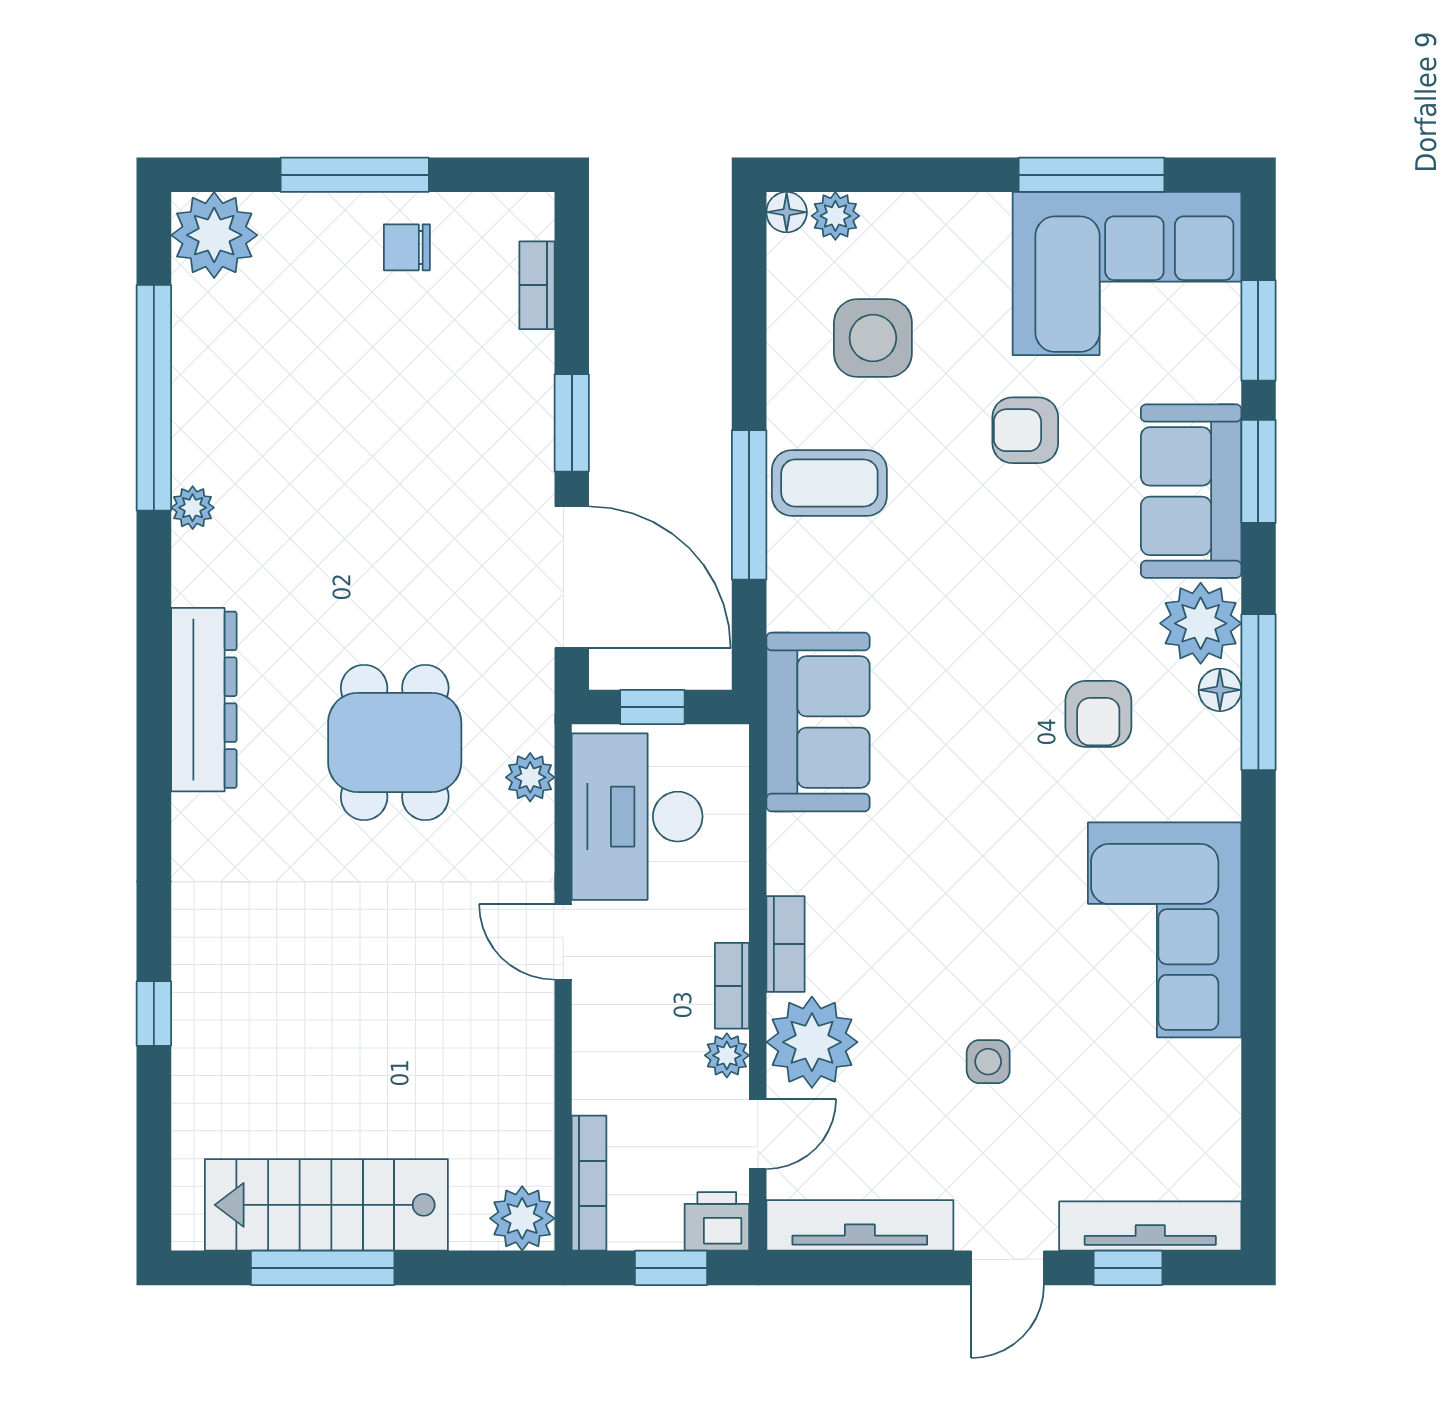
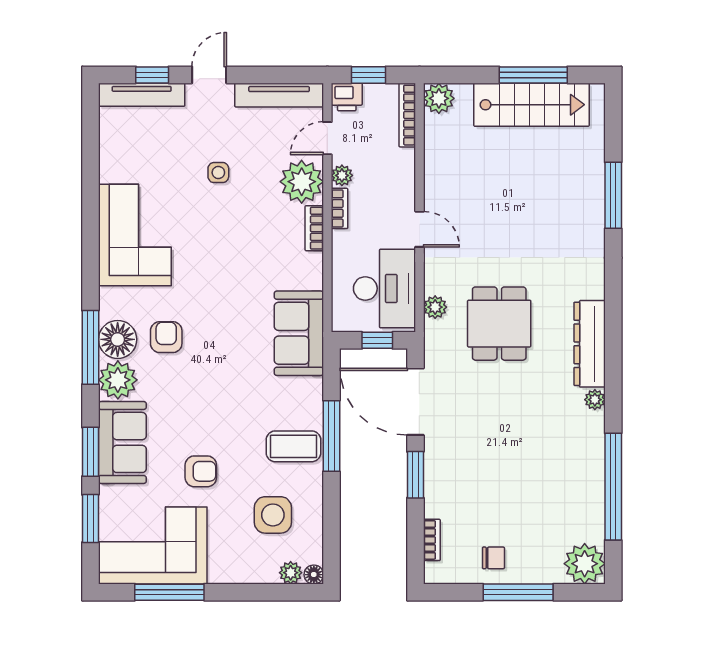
plant: (193, 508) -> (595, 400), moved
floor lamp: (1220, 690) -> (118, 339), width x1.89, depth x1.89
window: (154, 1014) -> (613, 195), width x2.17

